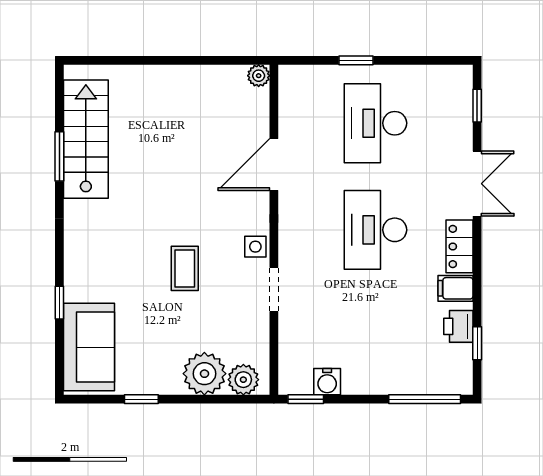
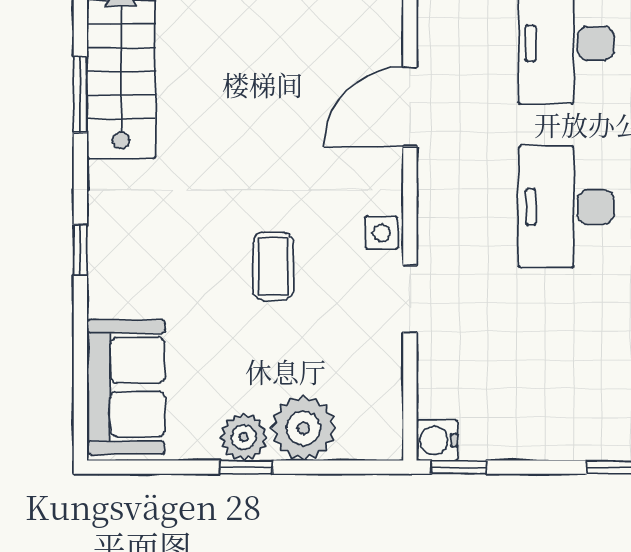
window: (59, 303) -> (80, 250), moved
plant: (243, 380) -> (244, 437), moved
water cooler: (327, 382) -> (437, 440), moved, turned 90
window: (141, 399) -> (246, 467), moved

